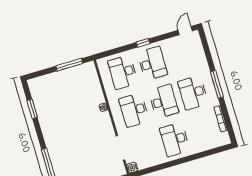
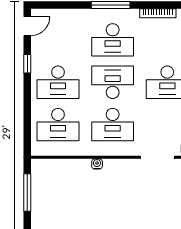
door: (185, 31) -> (27, 26), swing flipped
window: (143, 43) -> (27, 64), moved
desk: (152, 63) -> (58, 82), turned 180

